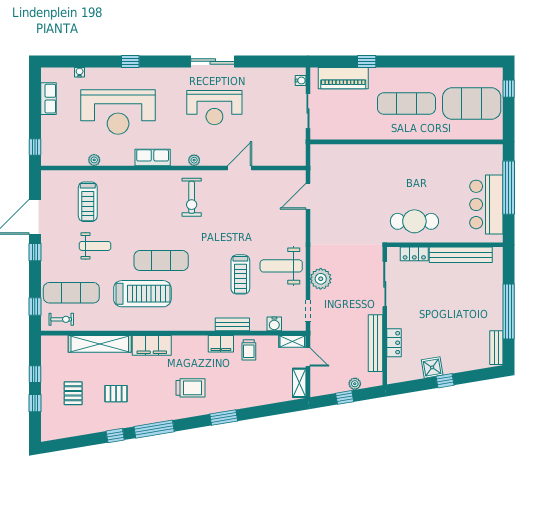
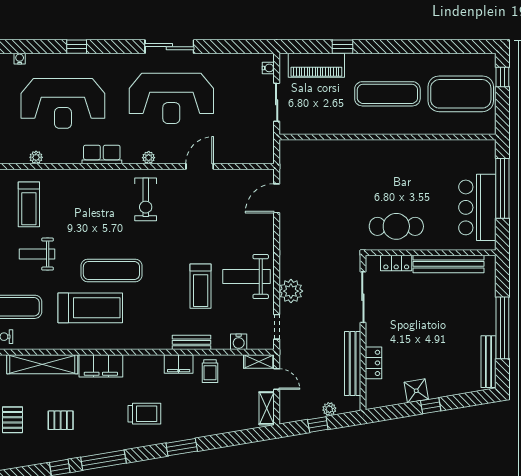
reception desk: (214, 108) -> (171, 98), width x1.36, depth x1.30
weight bench: (95, 246) -> (37, 254), turned 180
bench: (496, 348) -> (489, 362), width x1.36

